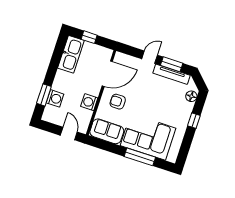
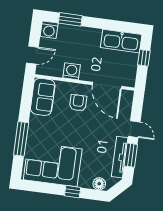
washing machine: (55, 98) -> (49, 30), moved
corner sofa: (148, 137) -> (53, 164), moved, turned -90

